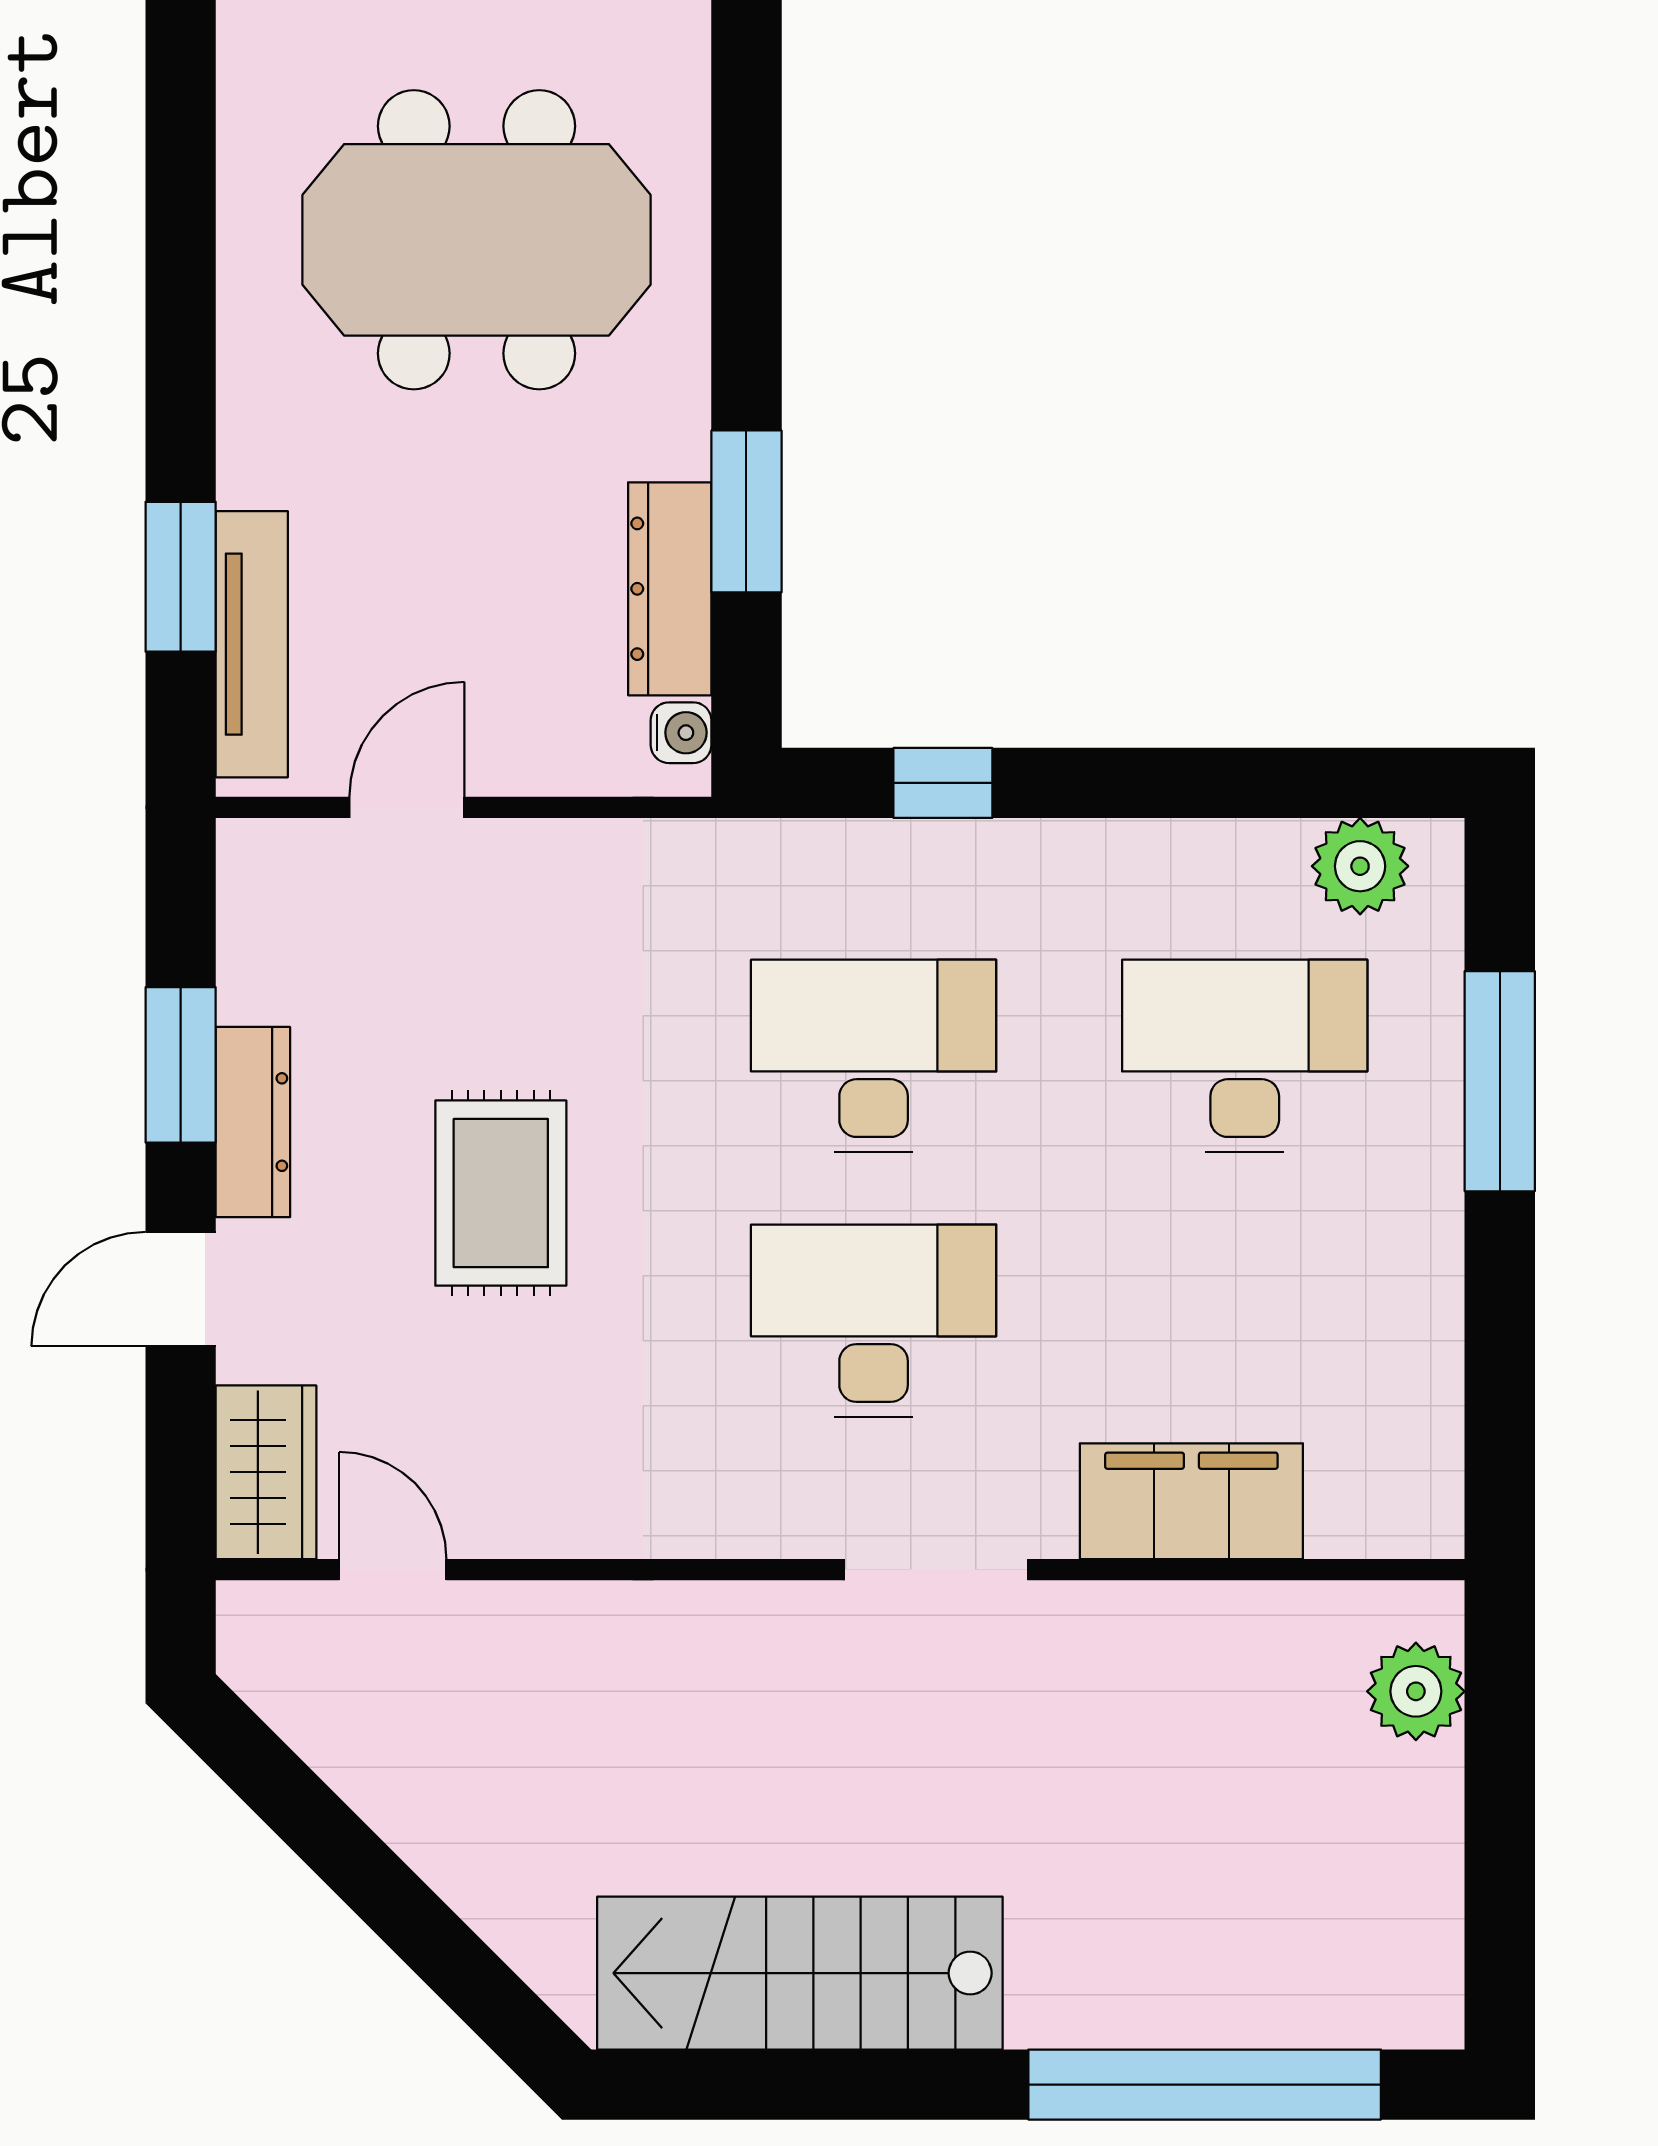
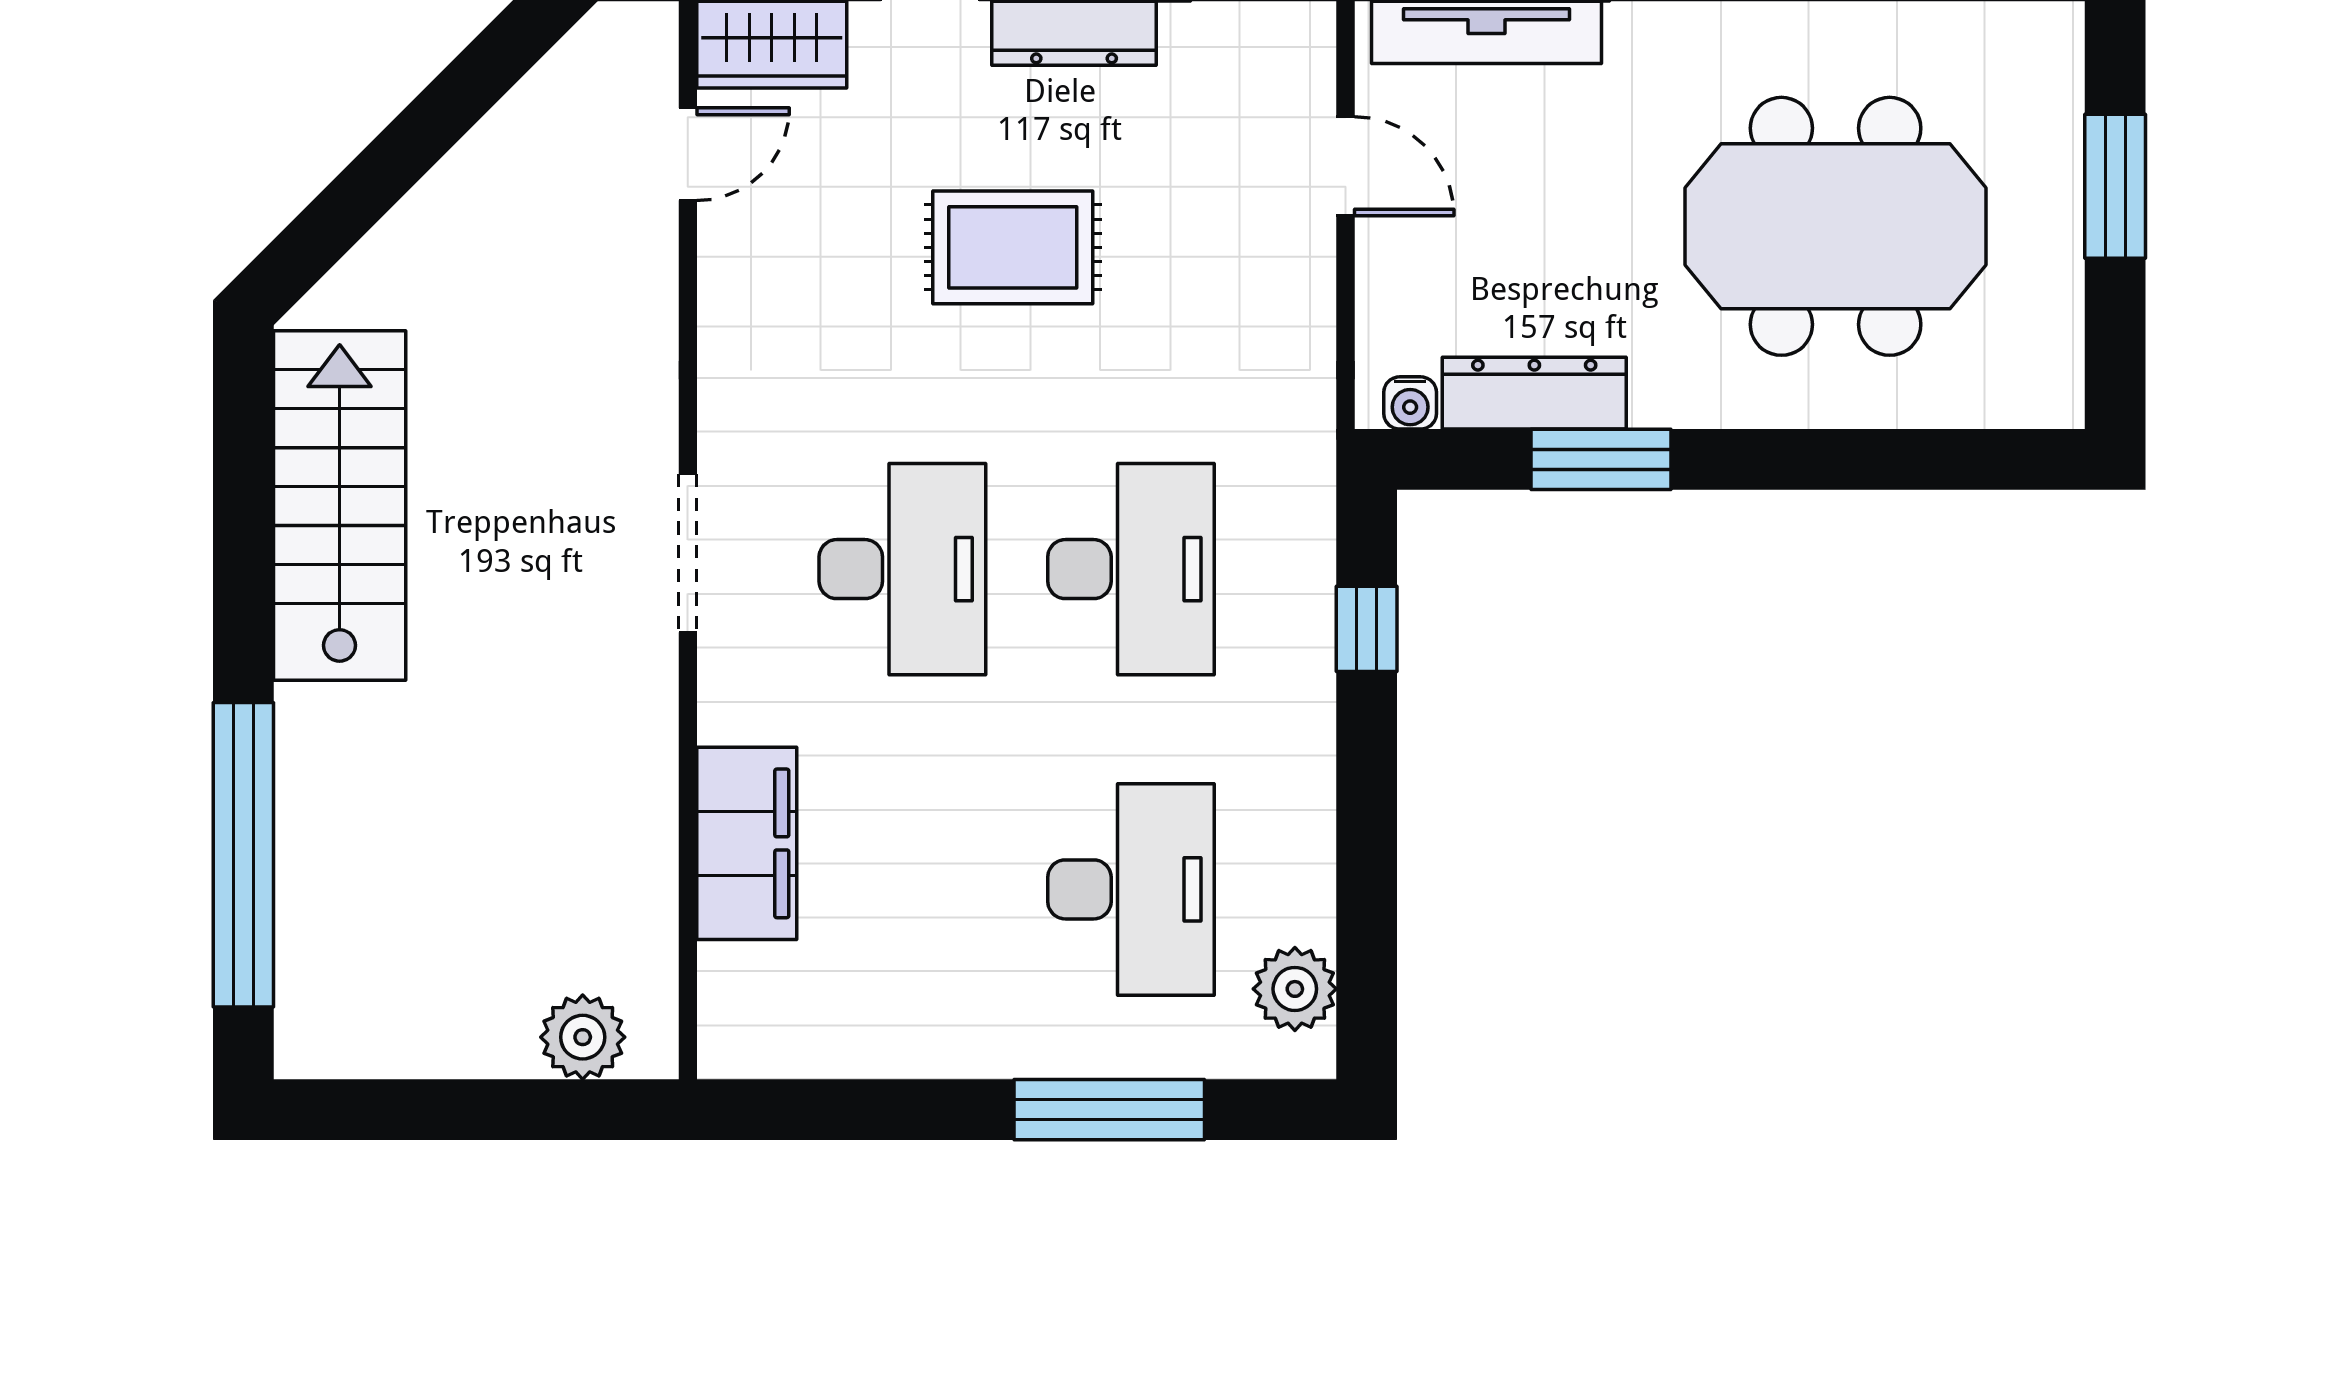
meeting table: (476, 240) -> (1836, 226), turned 90
doorway: (936, 1570) -> (688, 553), moved

